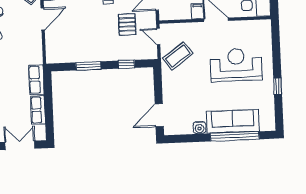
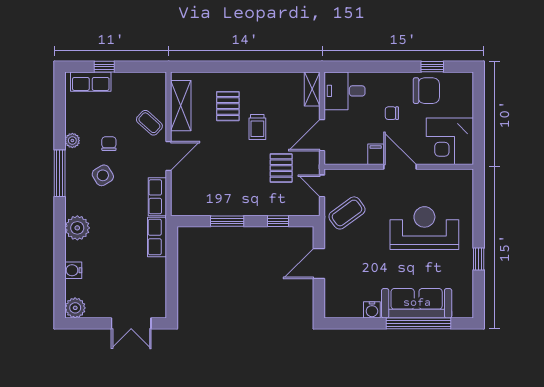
row of seats: (38, 110) -> (157, 197), moved
door: (159, 115) -> (319, 263), moved
double door: (20, 145) -> (131, 323), swing flipped

